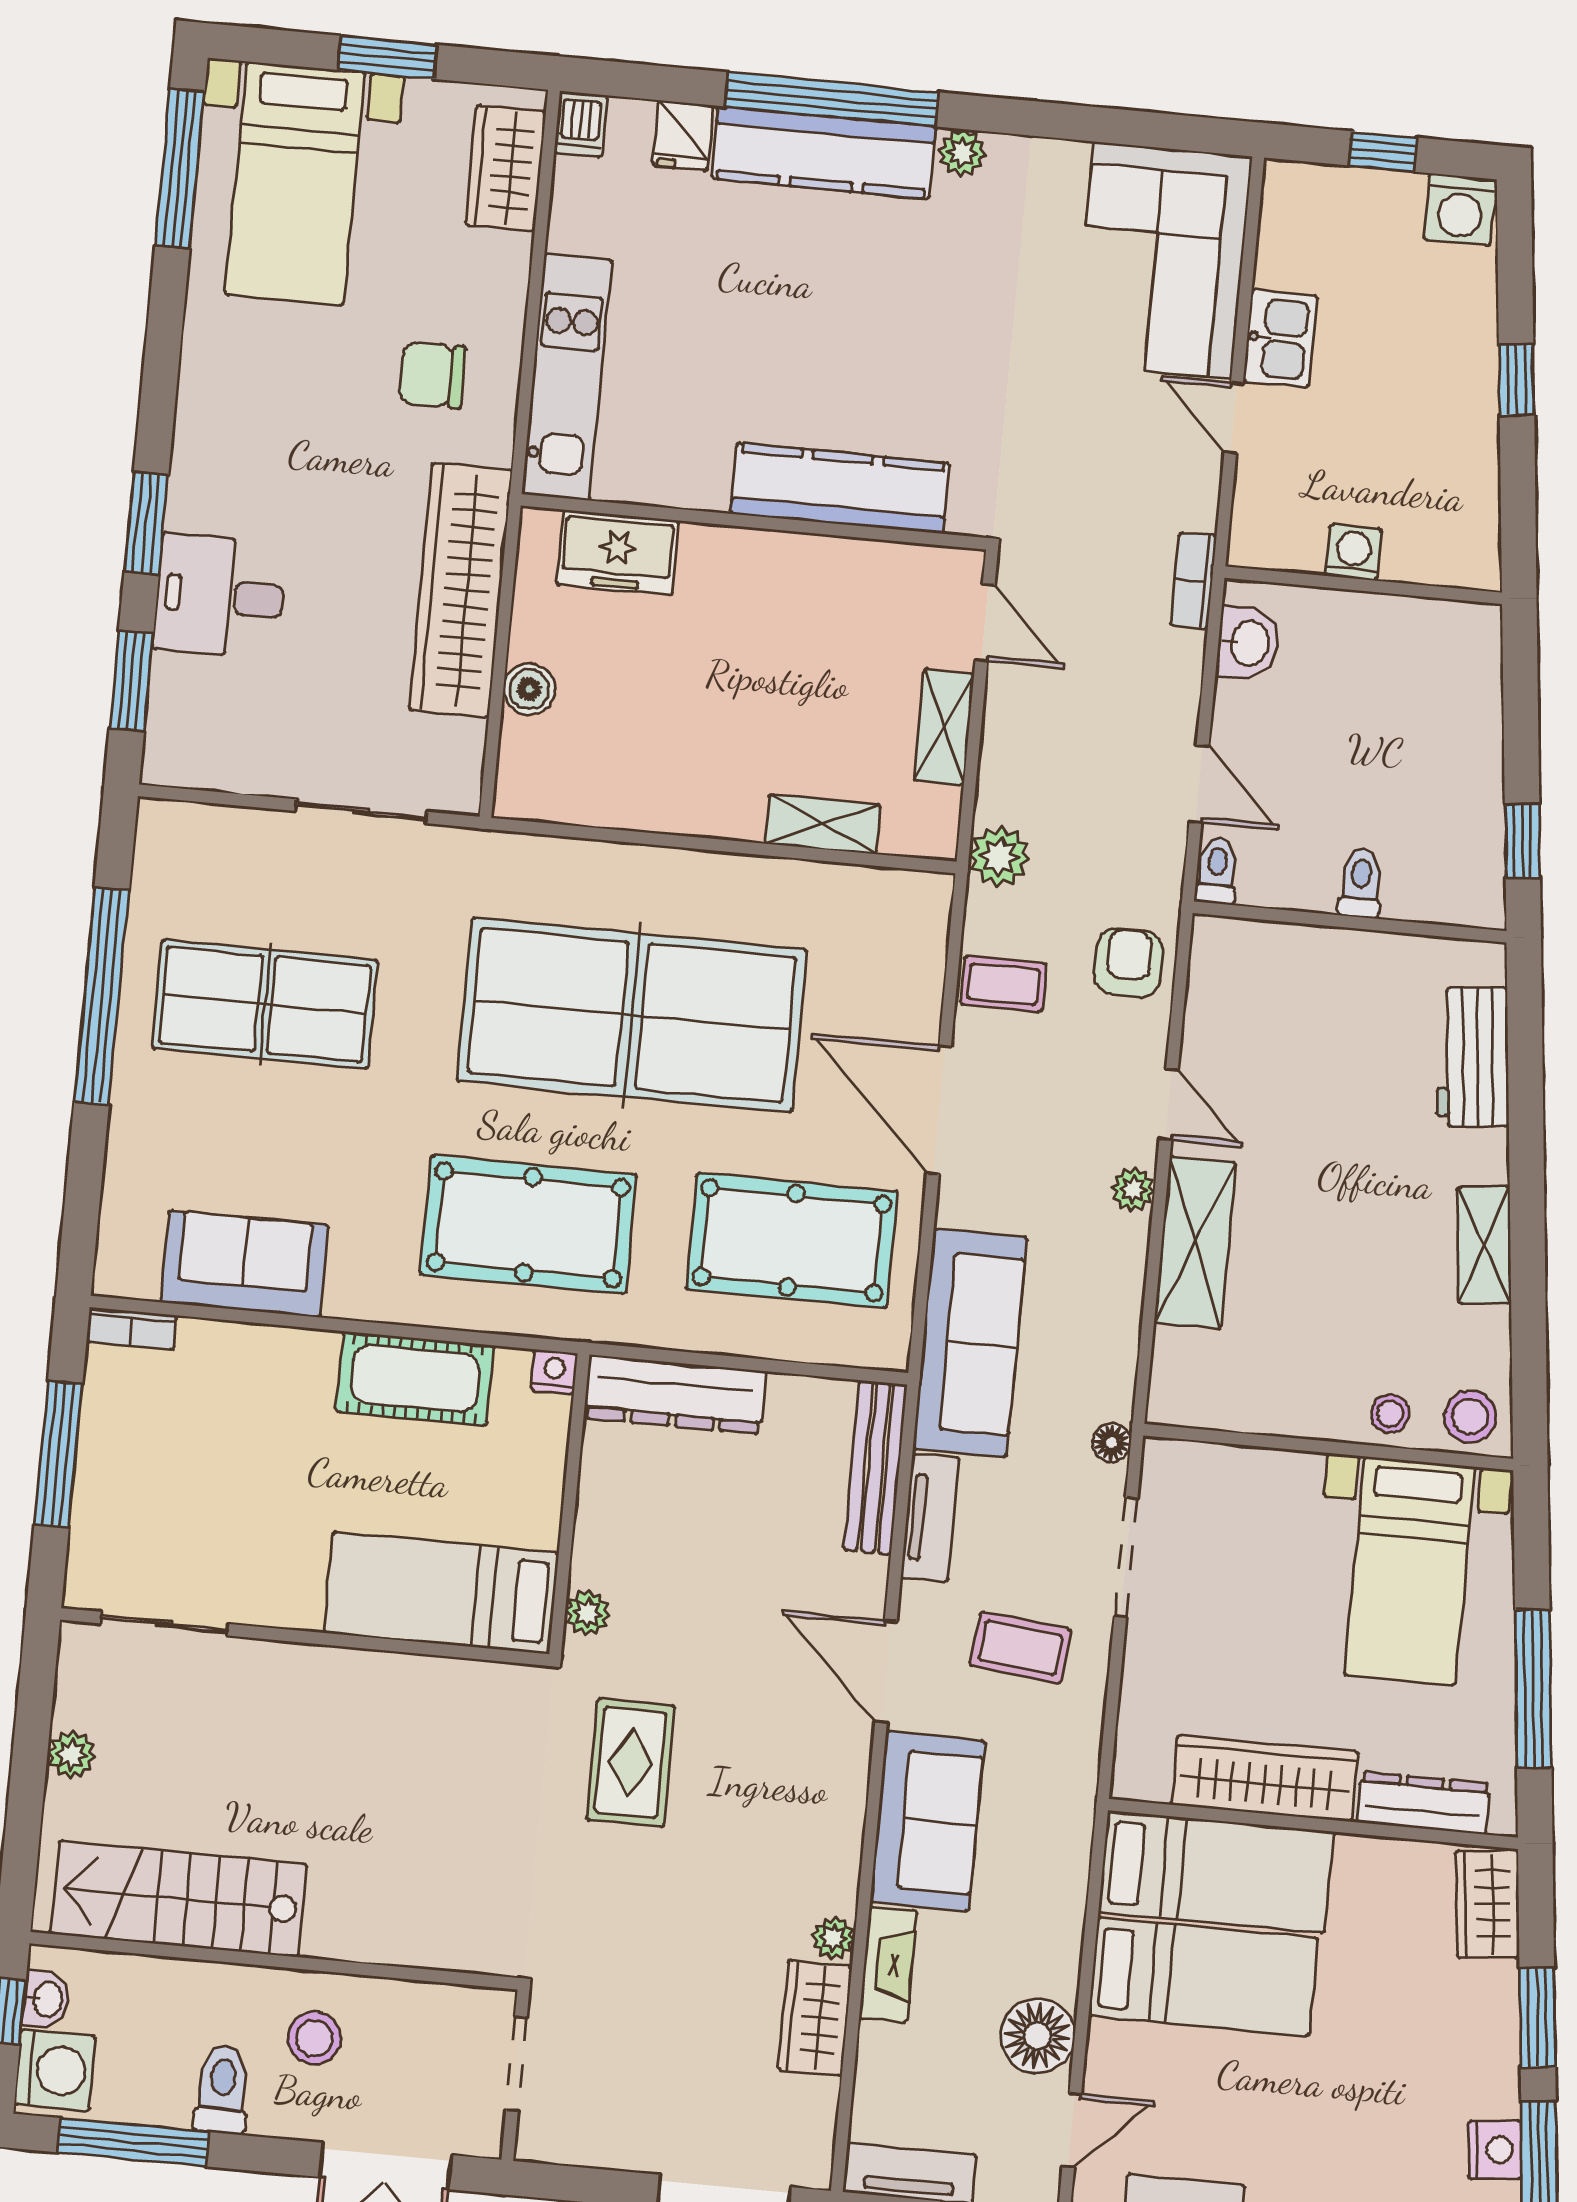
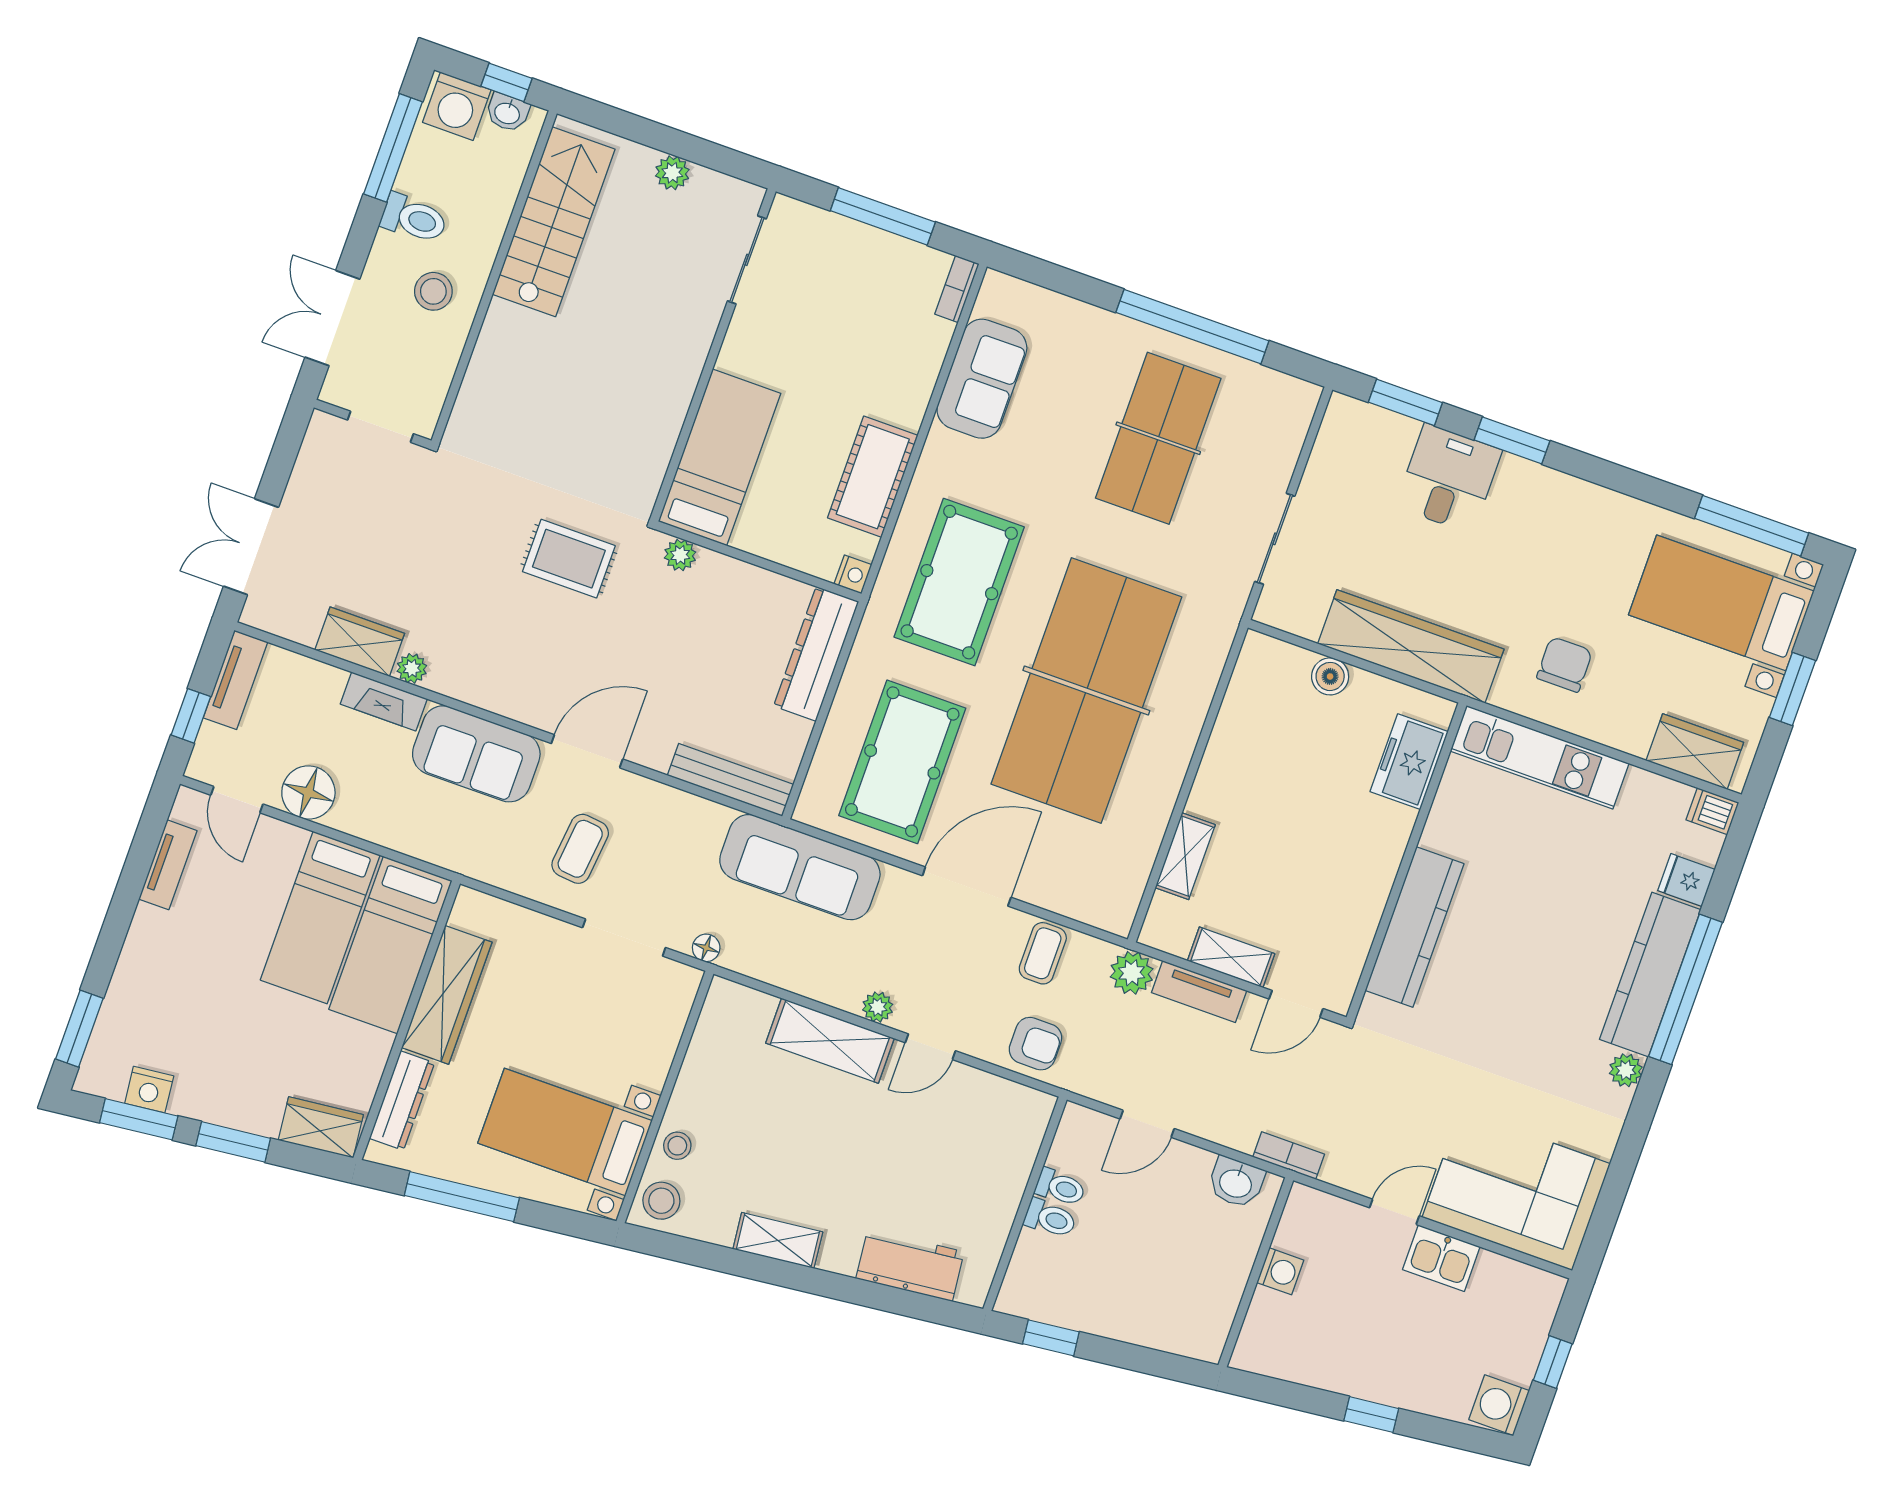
toilet: (1217, 871) -> (1060, 1187), moved
tv unit: (930, 1518) -> (1199, 992), moved

